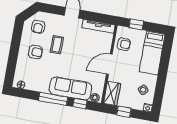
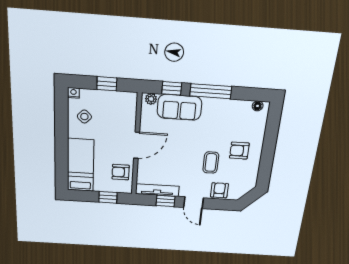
window: (93, 17) -> (165, 201), added
armchair: (38, 27) -> (219, 190), moved
sofa: (70, 88) -> (179, 107), width x0.73
wardrobe: (112, 93) -> (128, 107), removed

